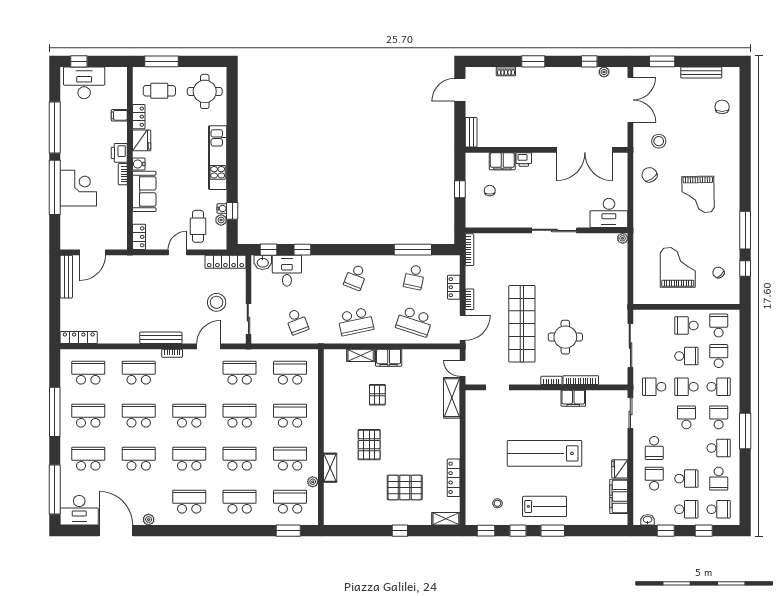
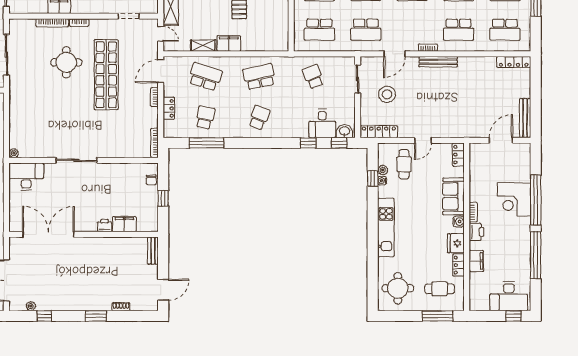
filing cabinet: (119, 115) -> (476, 261), width x2.00
chair: (490, 191) -> (151, 180), moved
shelving: (361, 355) -> (203, 46), moved

